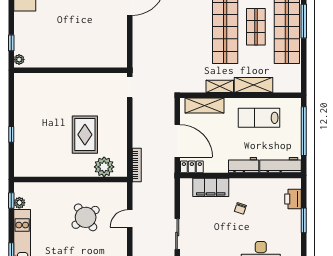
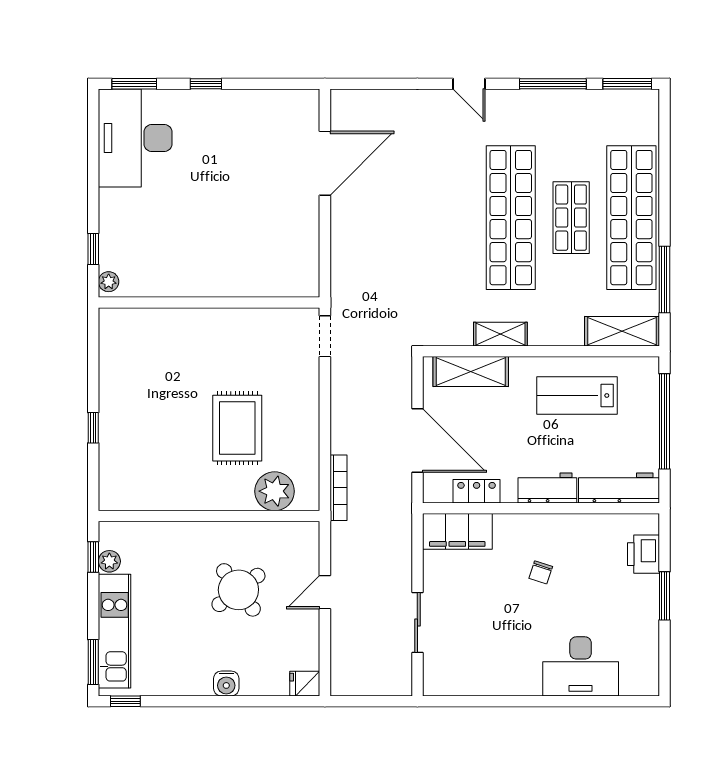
window: (304, 21) -> (664, 279), moved
shelving: (254, 85) -> (622, 331), moved
locker: (192, 167) -> (477, 491), moved
filing cabinet: (211, 187) -> (457, 531), moved

